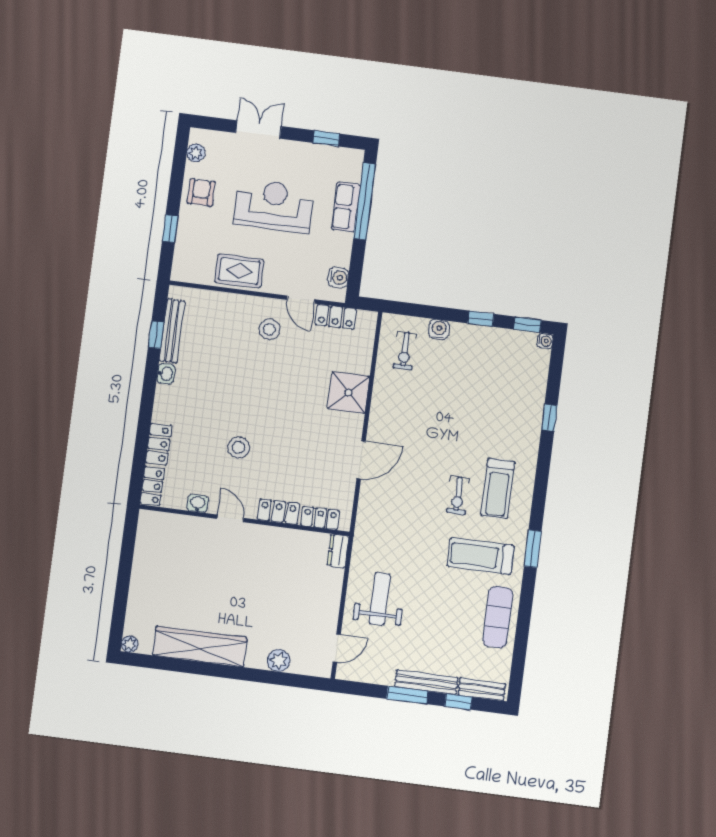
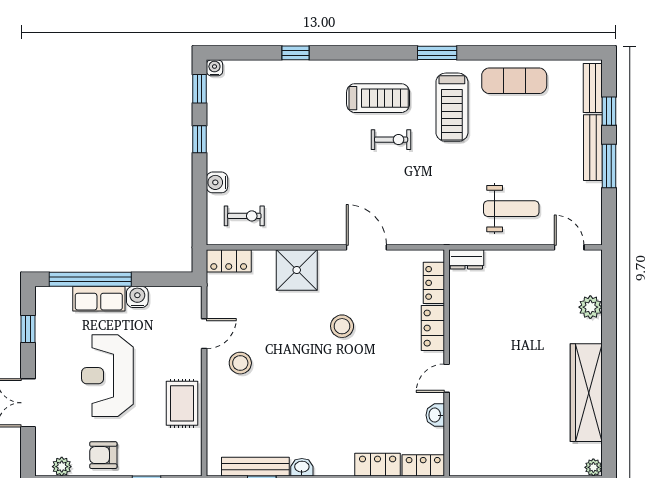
water cooler: (338, 277) -> (137, 297), moved
locker: (336, 317) -> (229, 261), moved, turned 90
stool: (239, 447) -> (342, 326), moved
weight bench: (380, 599) -> (511, 209), turned 180

